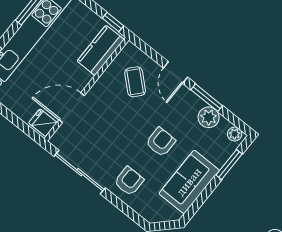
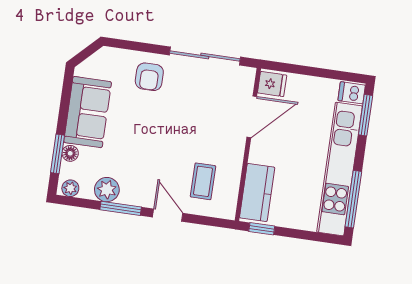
coffee table: (135, 82) -> (203, 181), turned 48
armchair: (161, 142) -> (141, 136), removed
floor lamp: (220, 160) -> (70, 153), added

